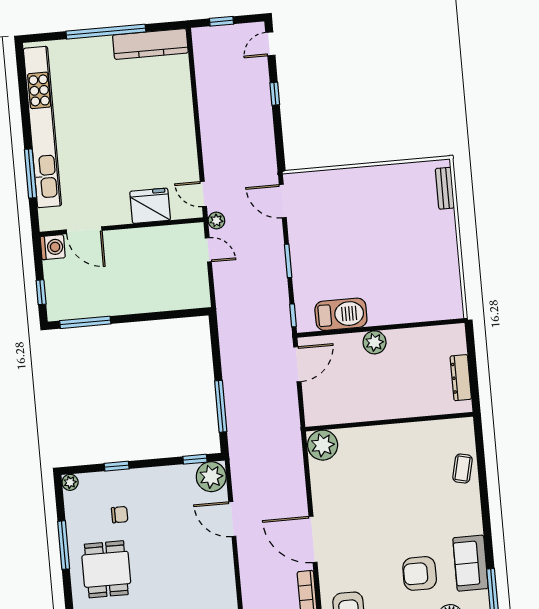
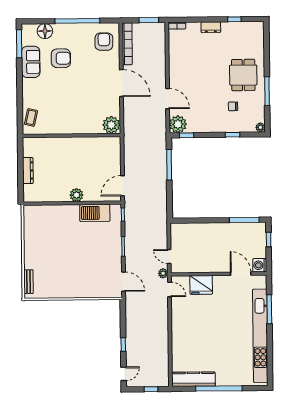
wall: (389, 422) -> (71, 135), moved
plant: (323, 445) -> (111, 125), moved

